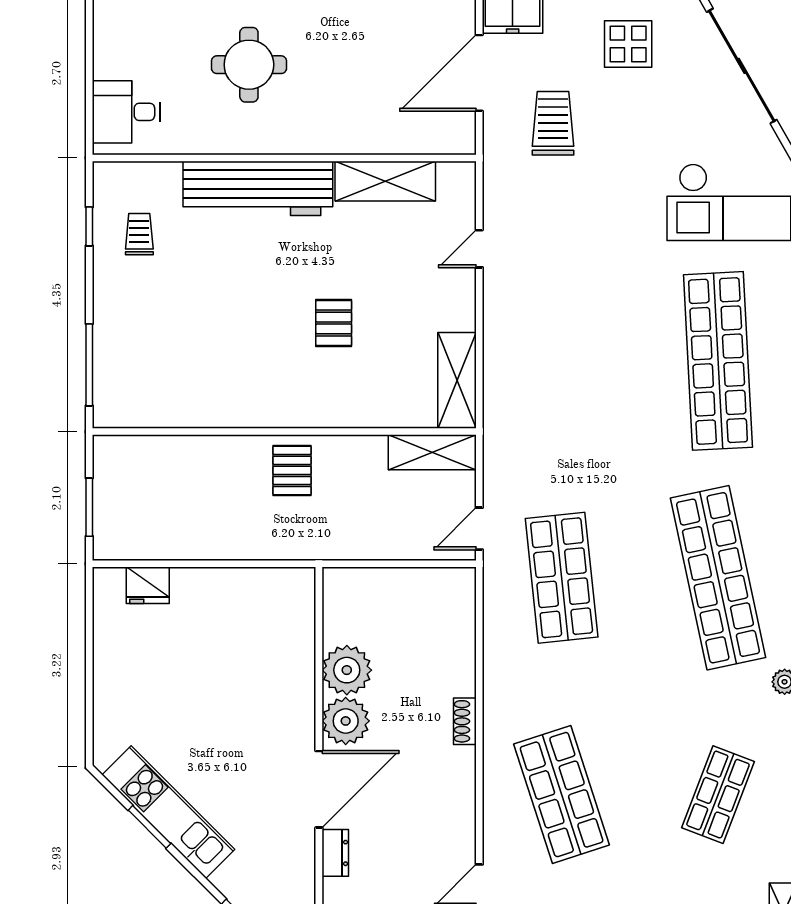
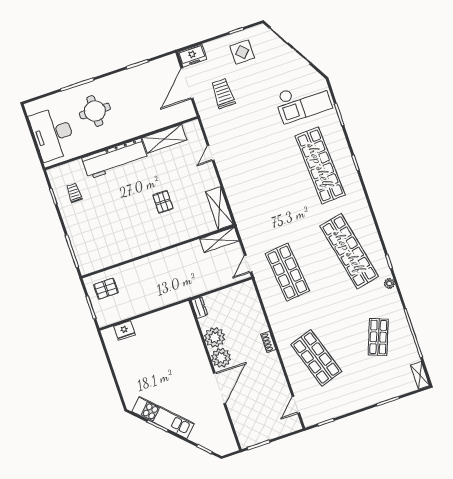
desk: (126, 112) -> (53, 134), width x1.87, depth x1.30
pallet: (292, 470) -> (106, 289), moved, turned 90
dresser: (335, 853) -> (199, 307), moved

